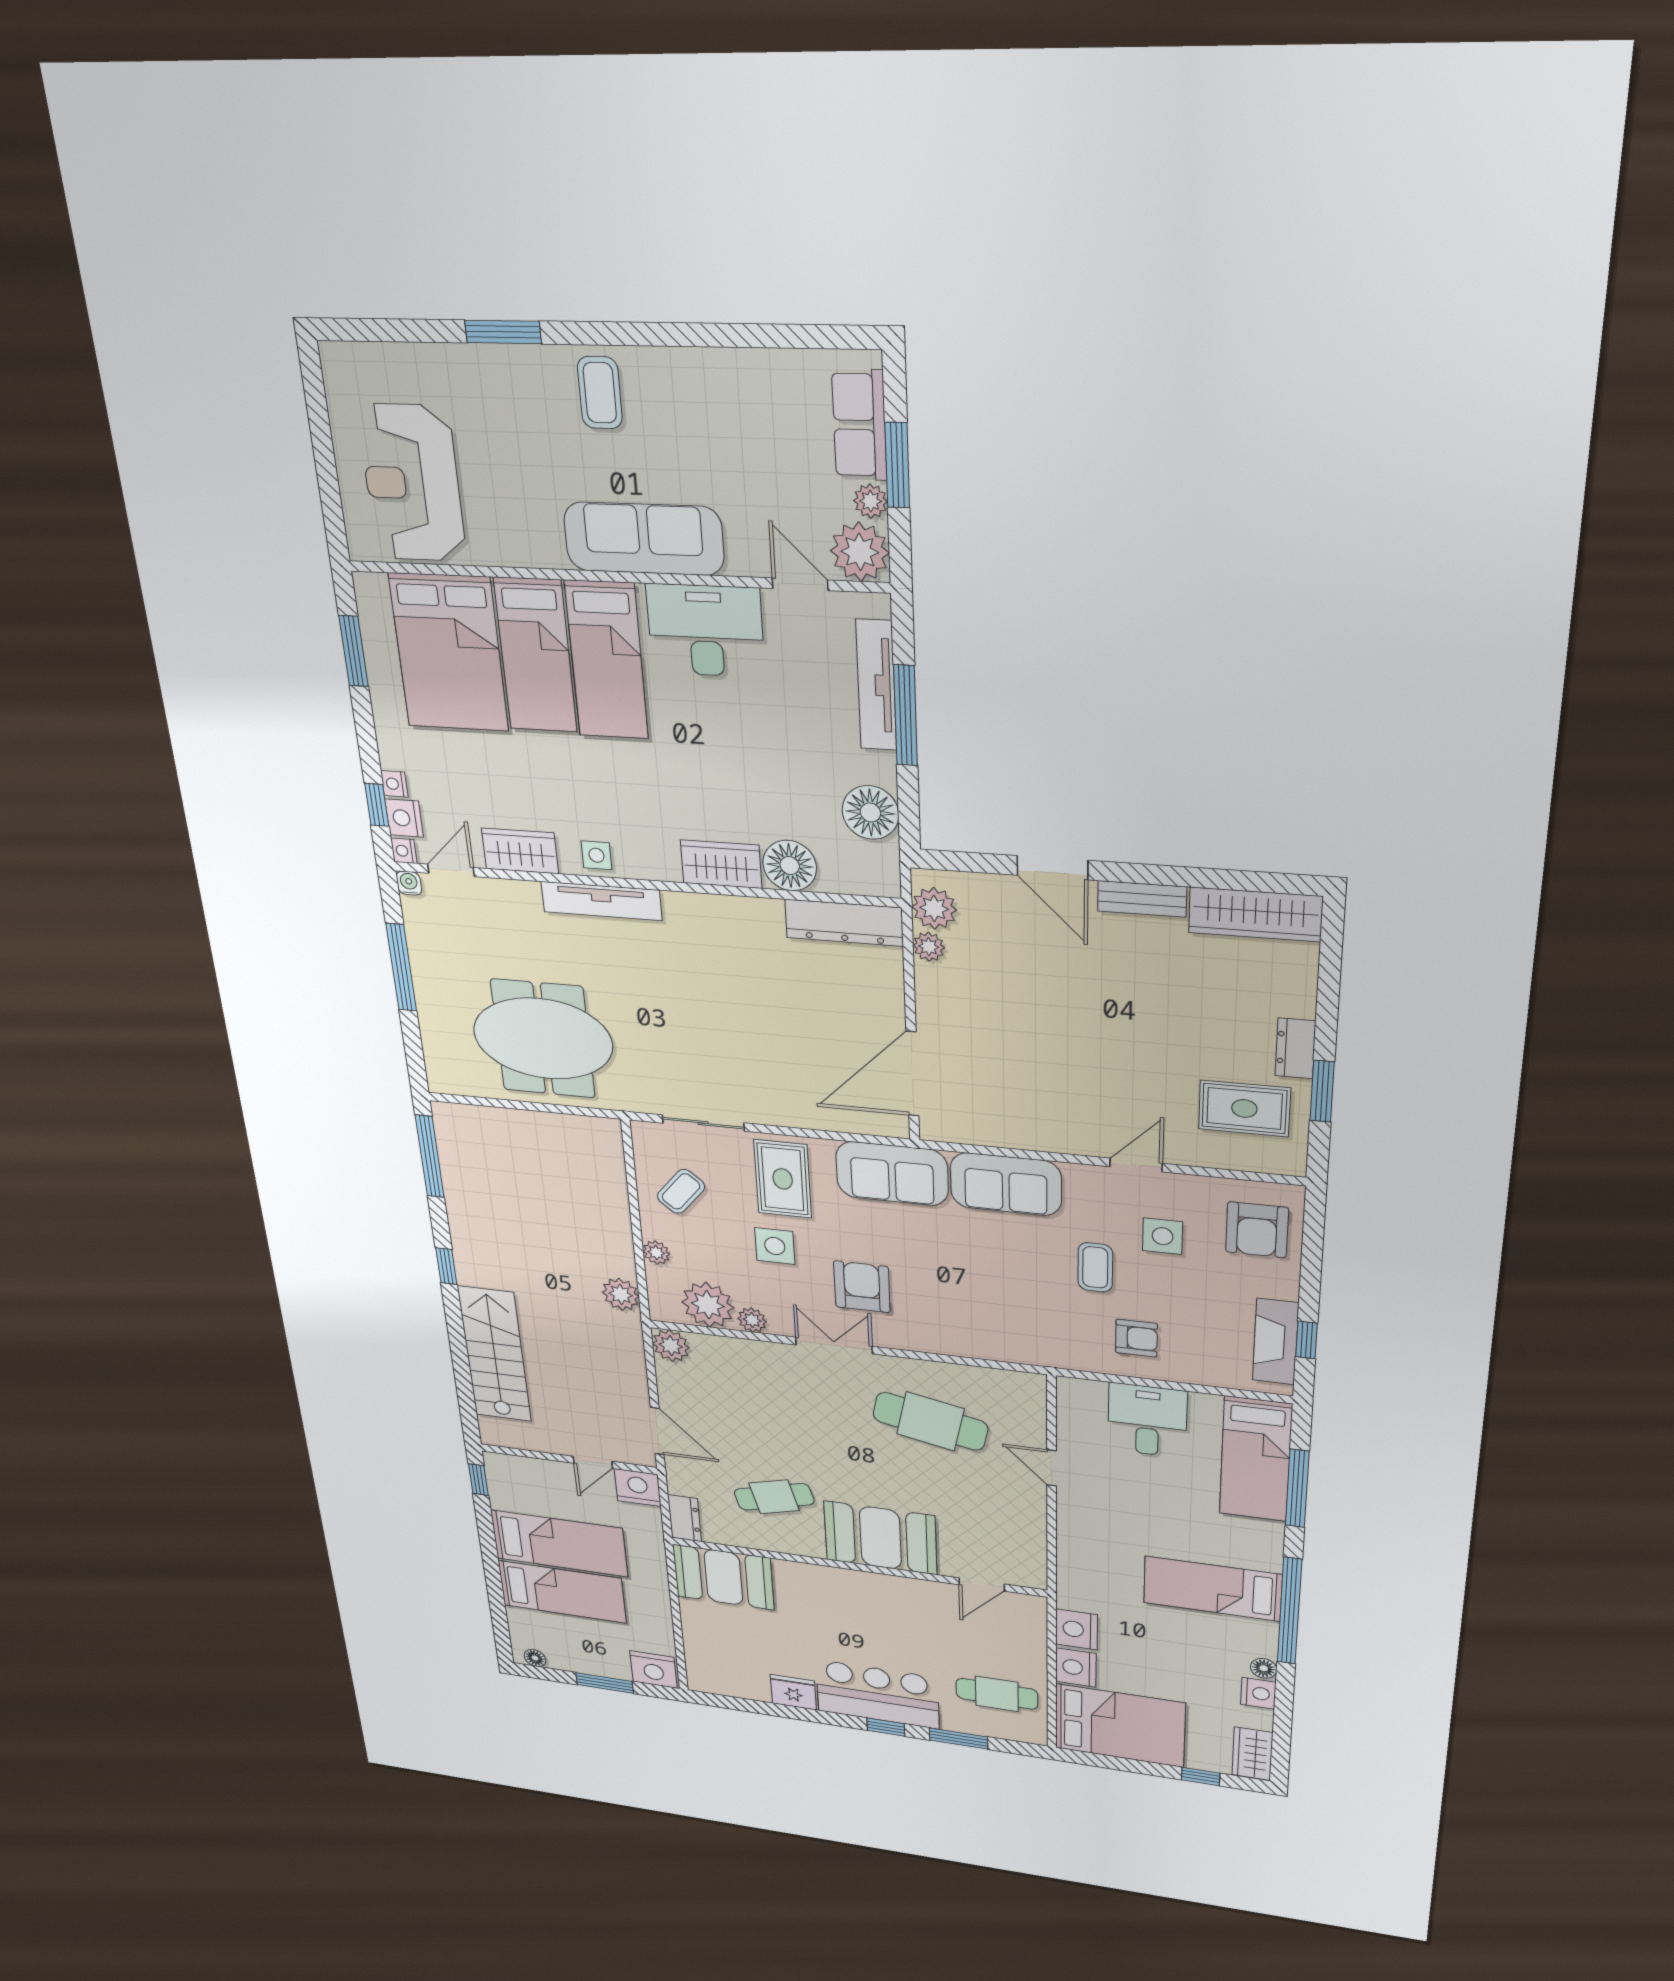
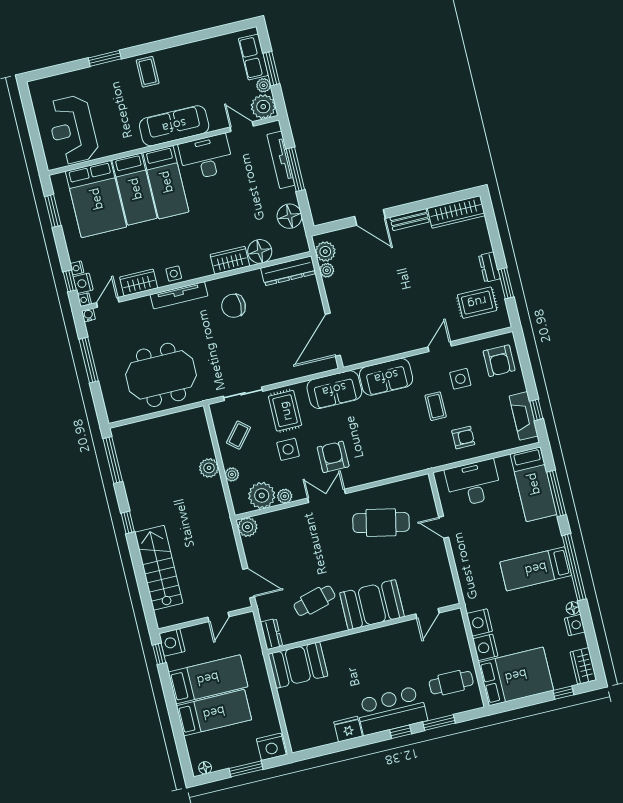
chair: (713, 956) -> (233, 306), added
plant: (621, 1294) -> (209, 468), moved
desk: (1147, 1420) -> (473, 483), width x1.37
nightstand: (638, 1488) -> (172, 642), moved, turned -90

